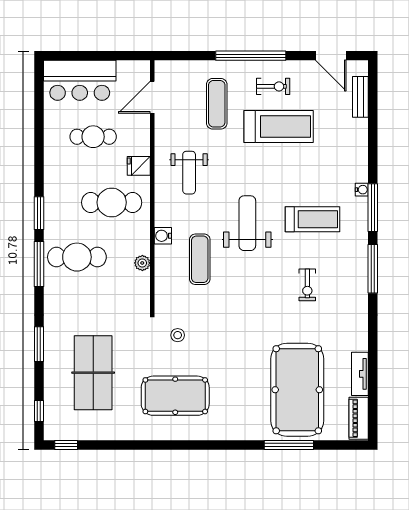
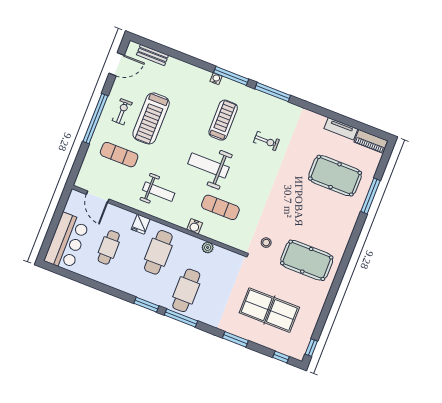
treadmill: (279, 127) -> (151, 118), turned 180
pool table: (297, 390) -> (335, 176), width x0.73, depth x0.76
pool table: (175, 396) -> (307, 260), turned 90

